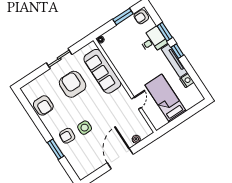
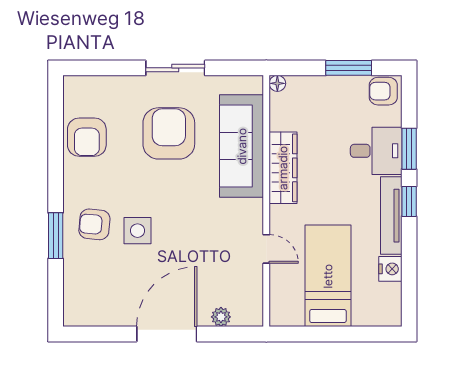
wardrobe: (123, 69) -> (283, 168), added
door: (136, 103) -> (266, 249), hinge flipped

